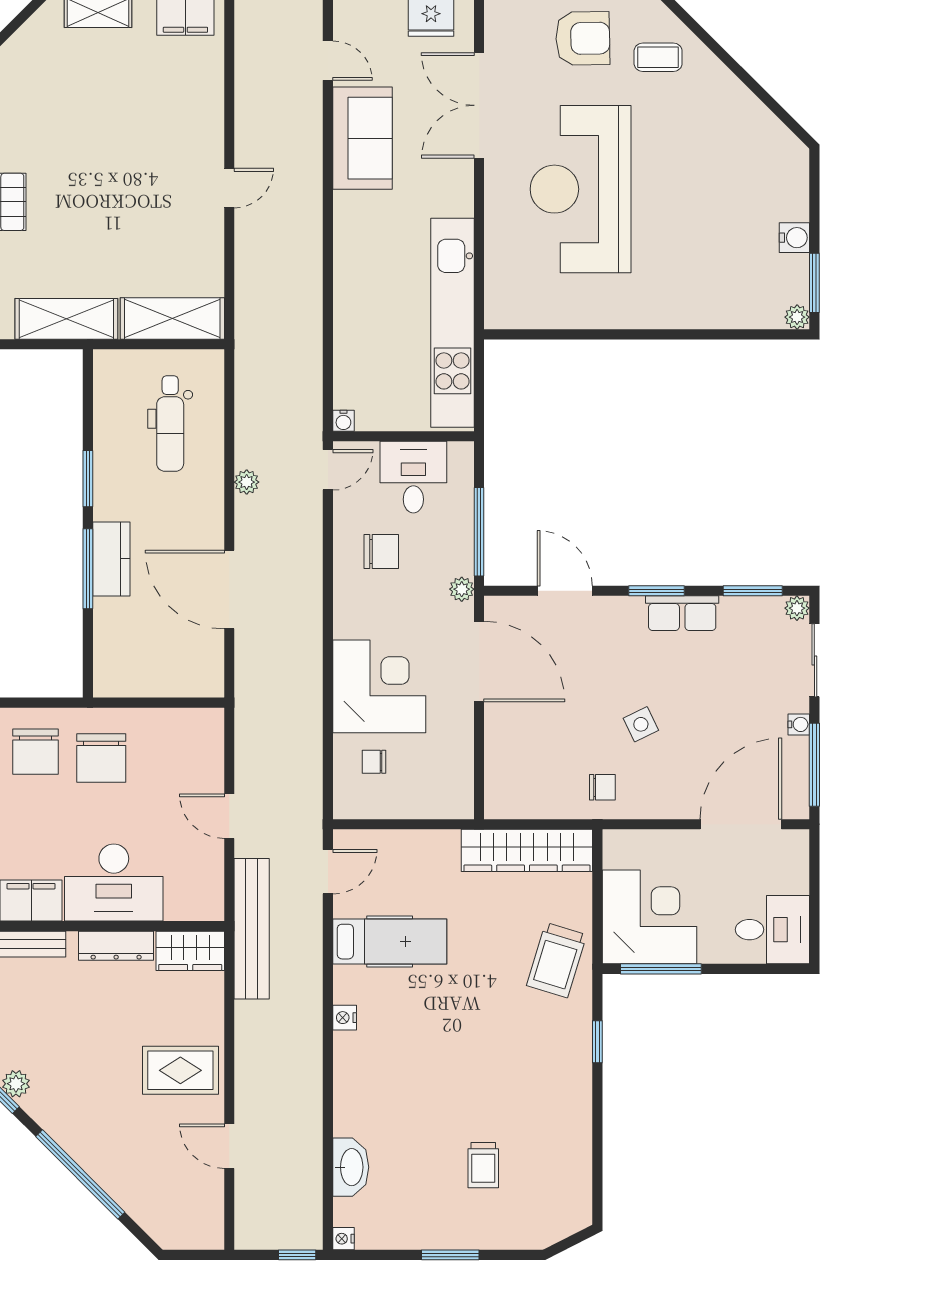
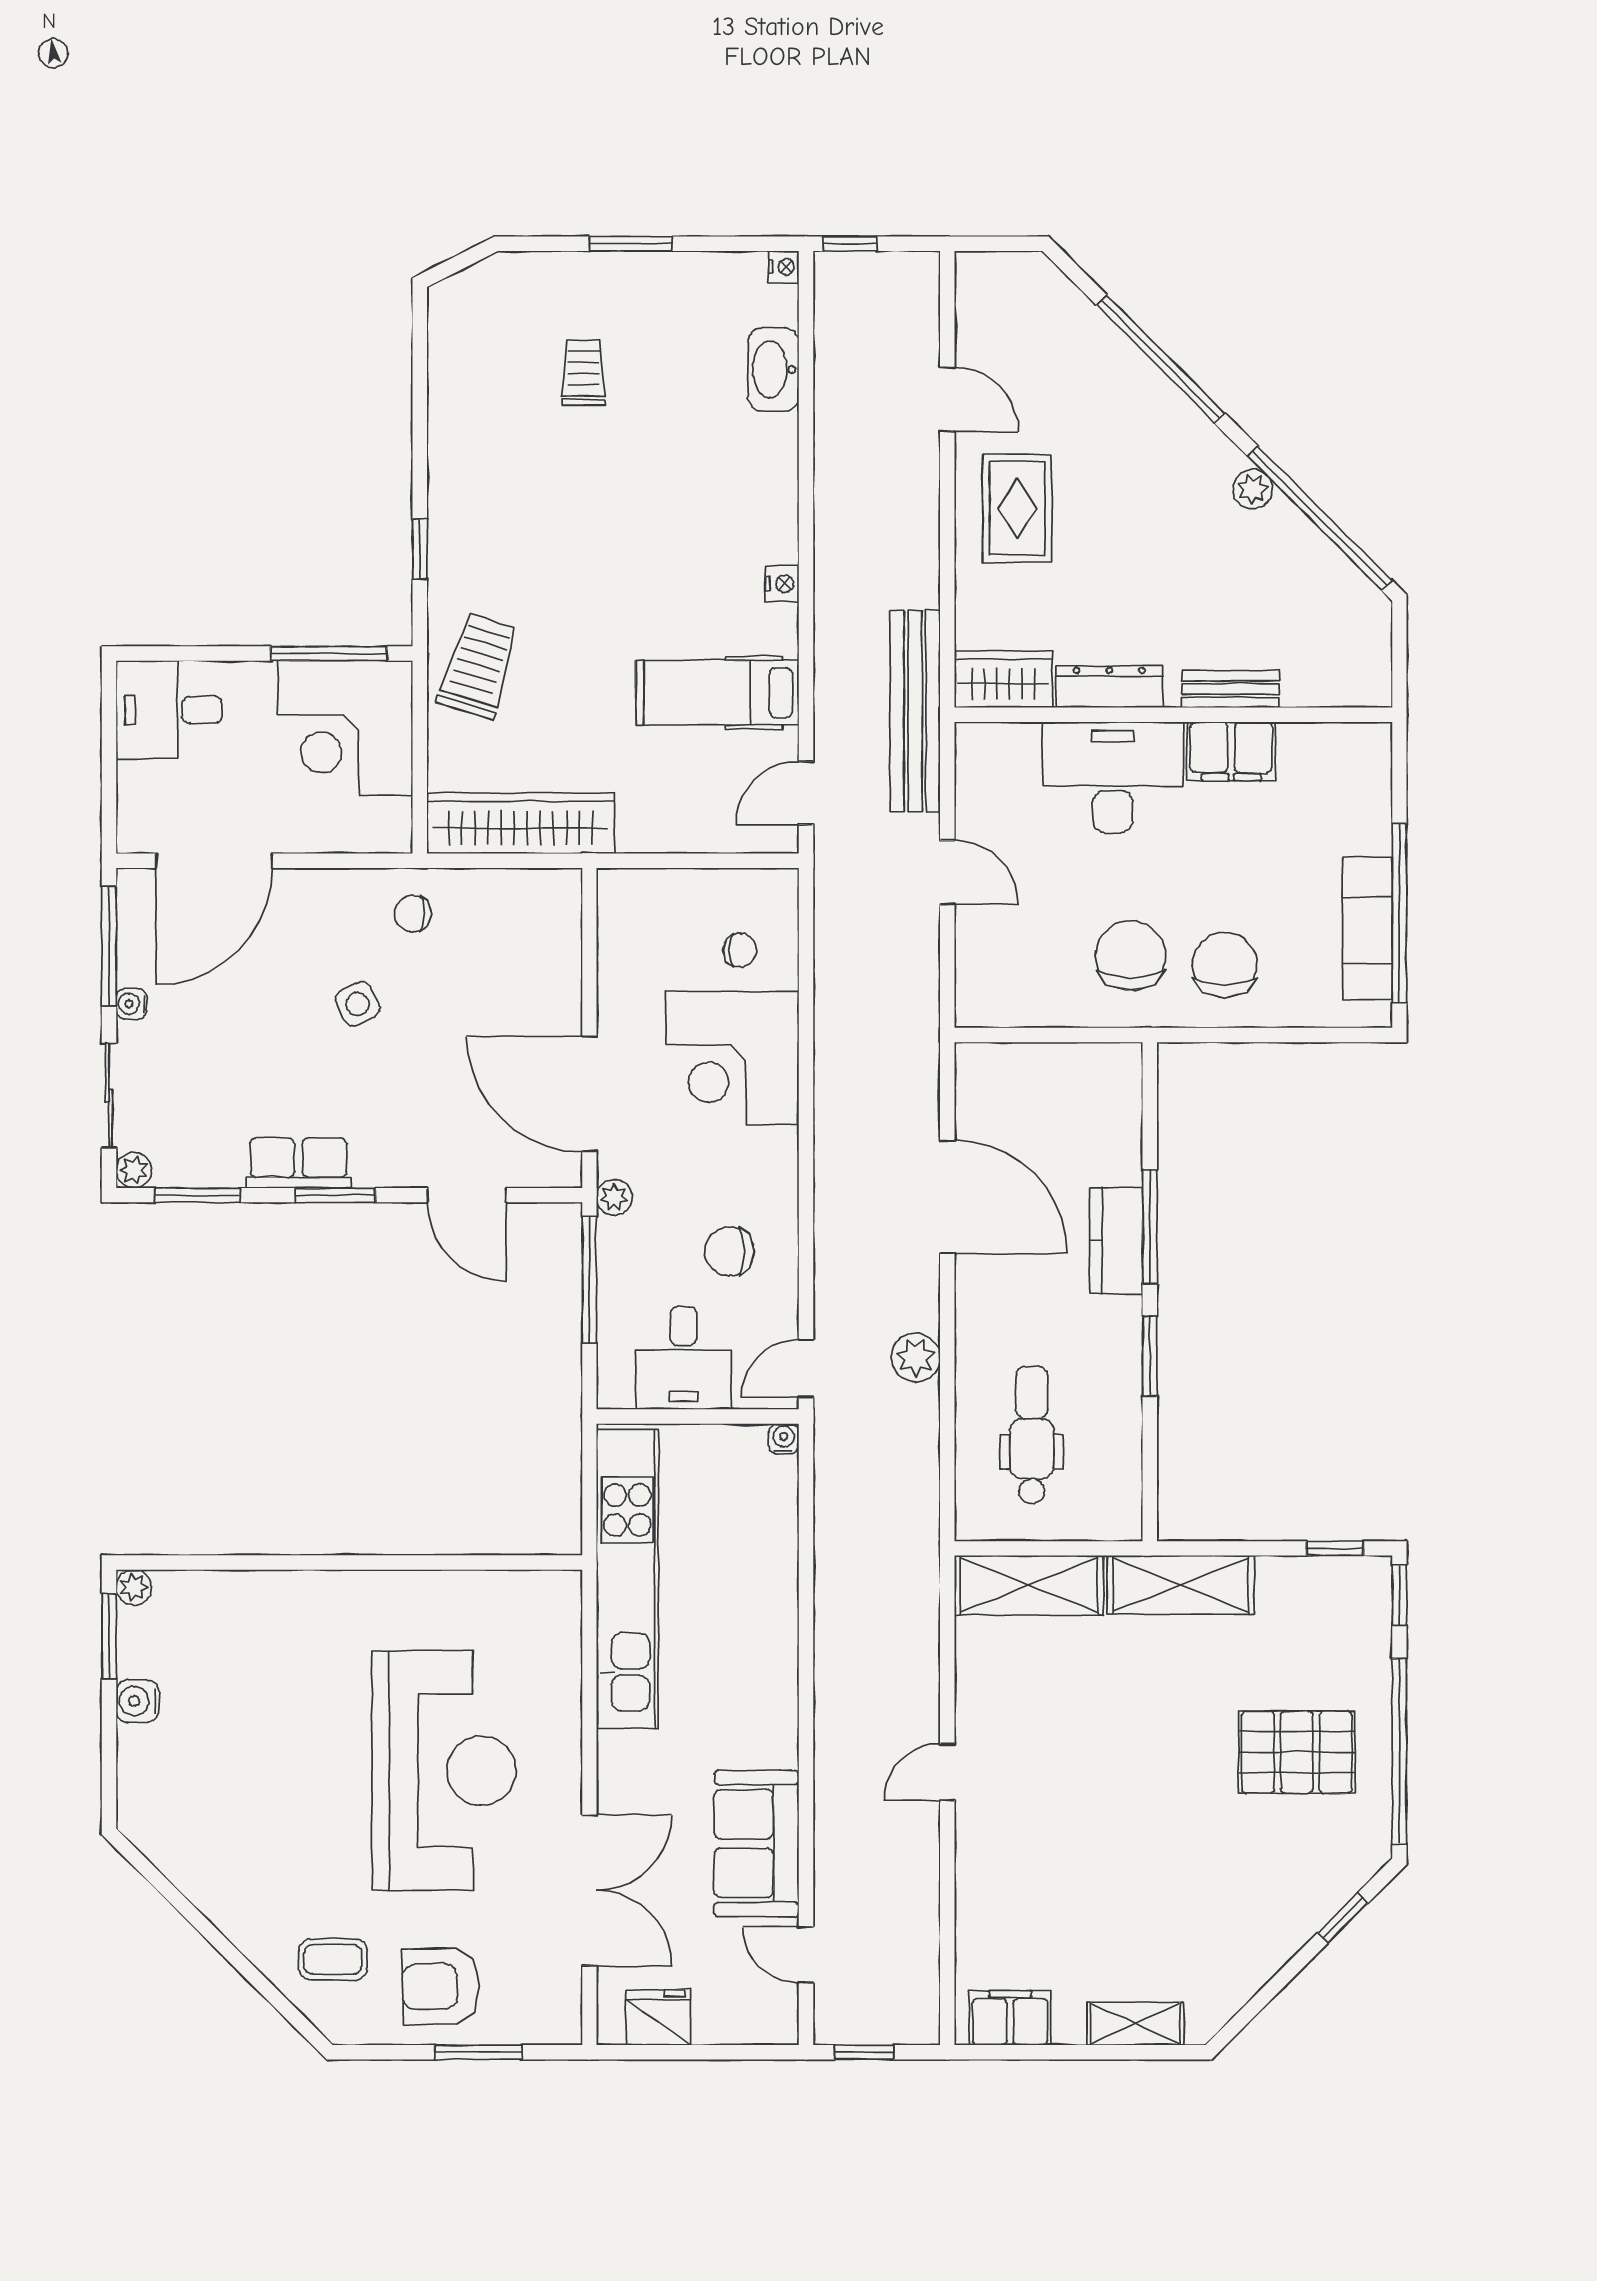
plant: (247, 482) -> (916, 1358), width x1.38, depth x1.38
rug: (180, 1070) -> (1017, 508), turned 90

